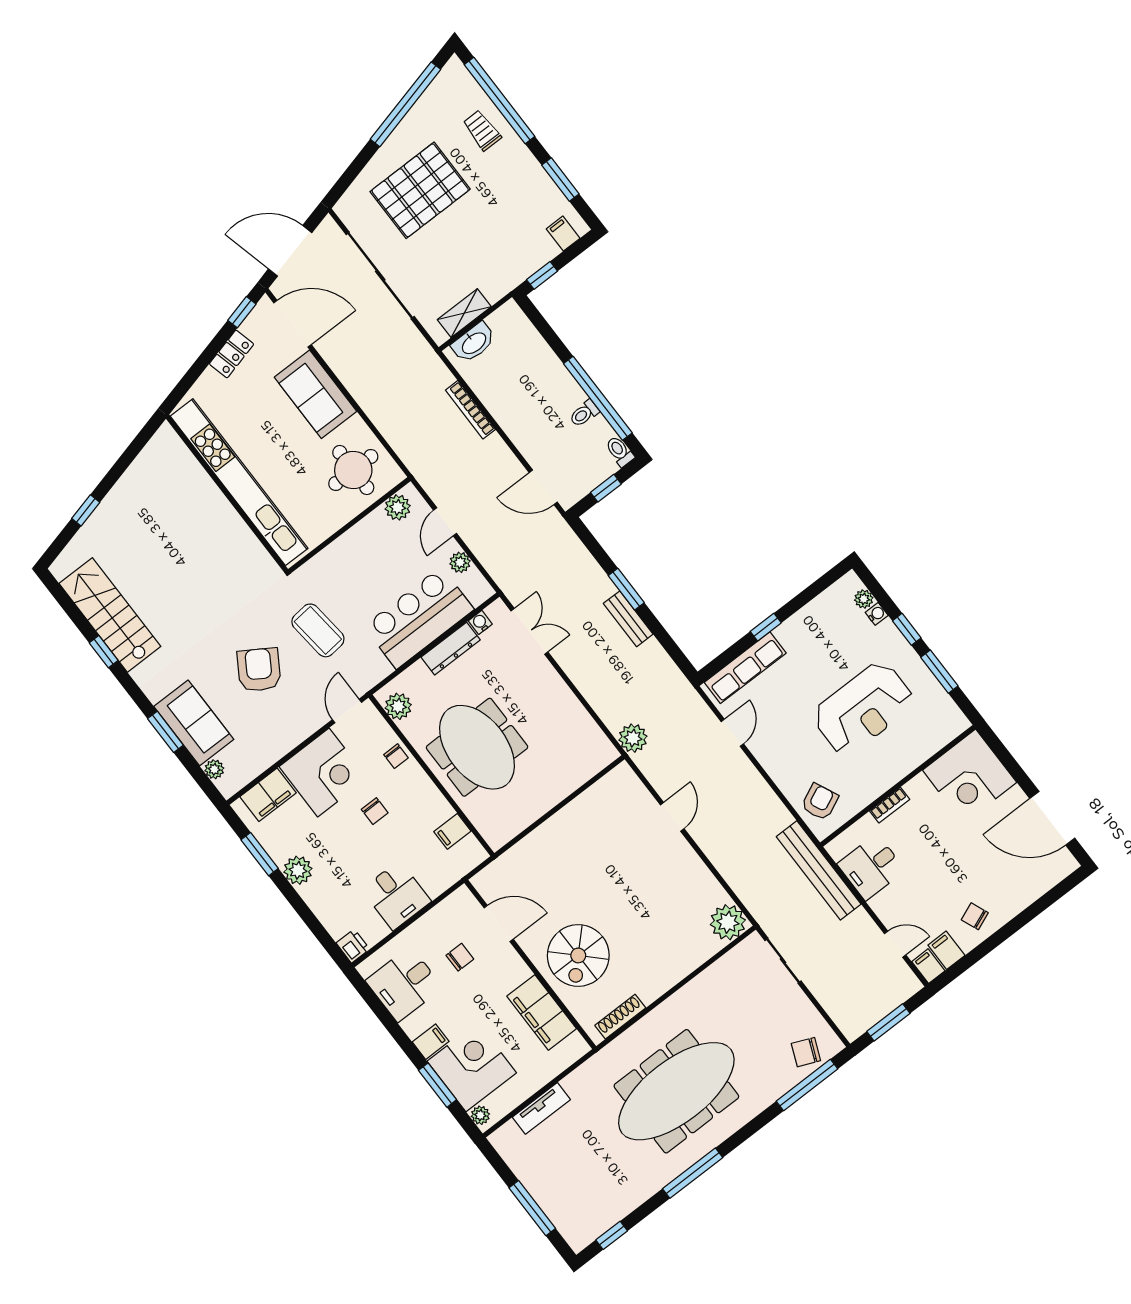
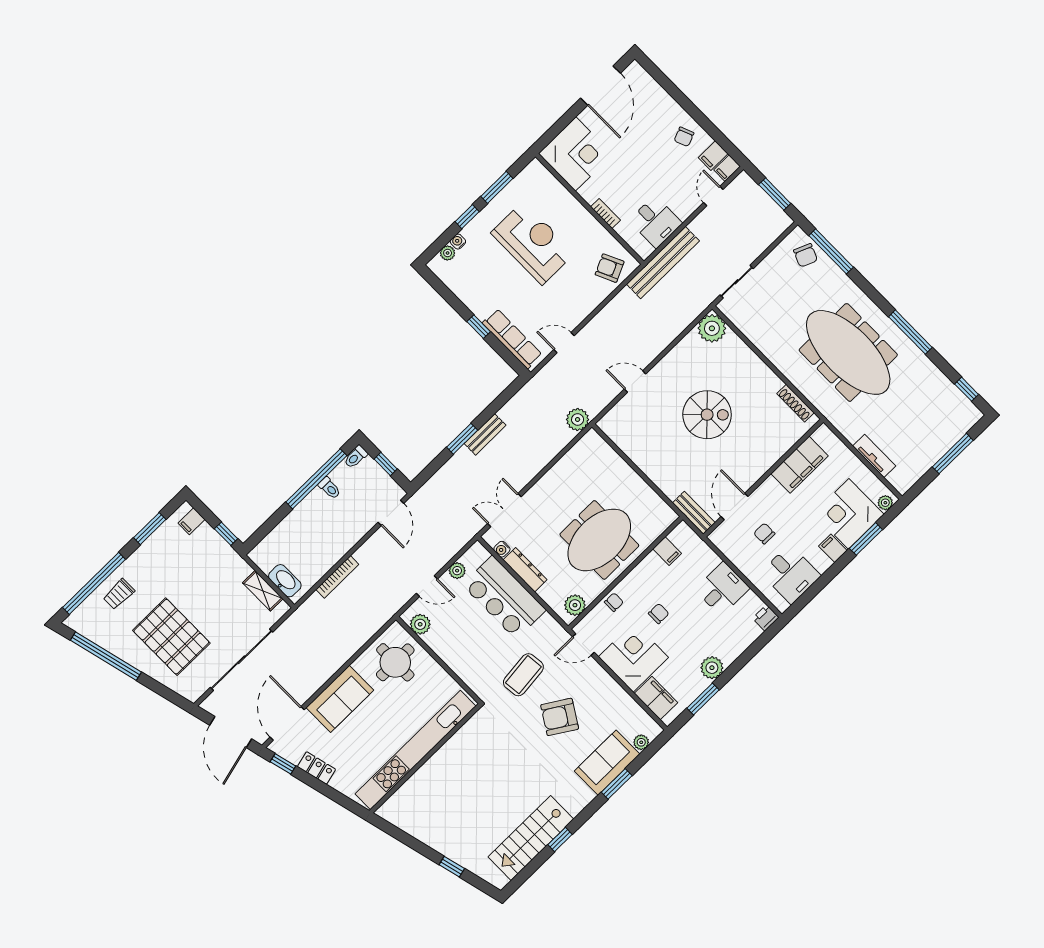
bench: (497, 871) -> (694, 513), added
spiral stairs: (578, 955) -> (707, 415), moved

